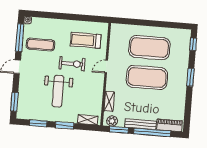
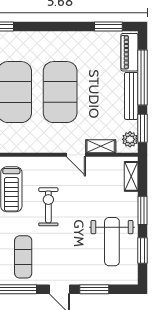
door: (106, 67) -> (76, 155), moved
window: (190, 77) -> (108, 27), moved
weight bench: (58, 91) -> (112, 242), moved, turned 90
window: (14, 102) -> (94, 289), moved

